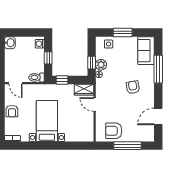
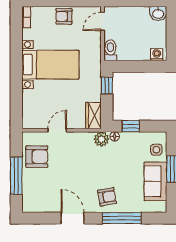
sofa: (146, 51) -> (155, 181), moved, turned -90
window: (48, 58) -> (137, 66), removed
plant: (101, 65) -> (101, 139), moved
armchair: (133, 87) -> (107, 197), moved
door: (95, 104) -> (57, 130), moved
door: (158, 116) -> (72, 218), moved
armchair: (114, 131) -> (37, 157), turned 90

